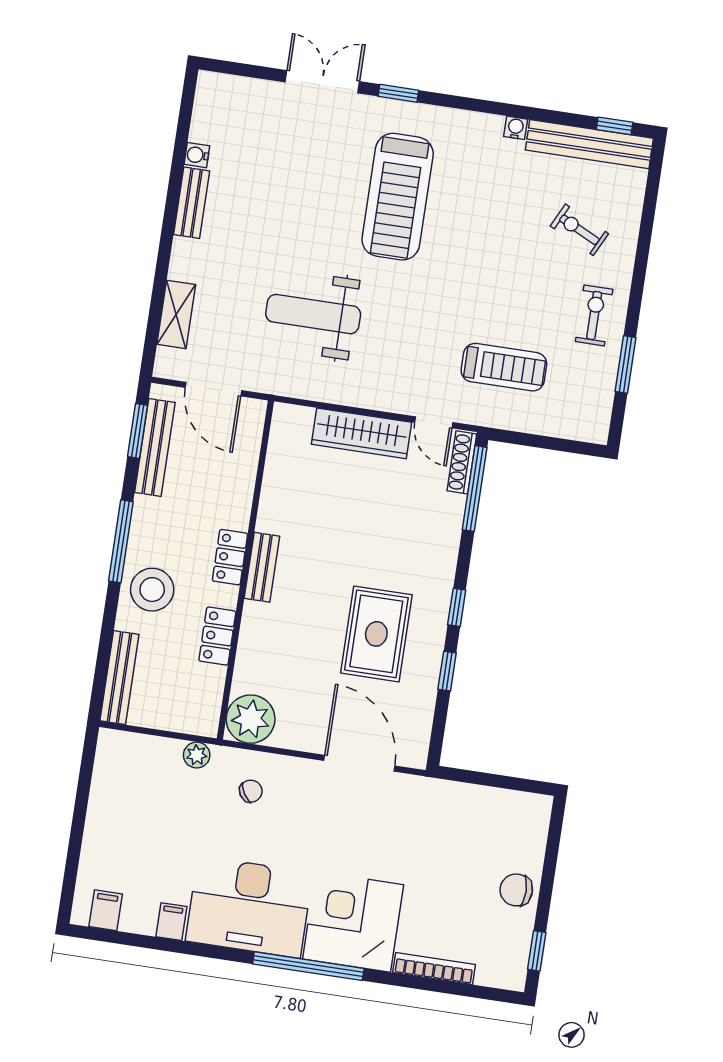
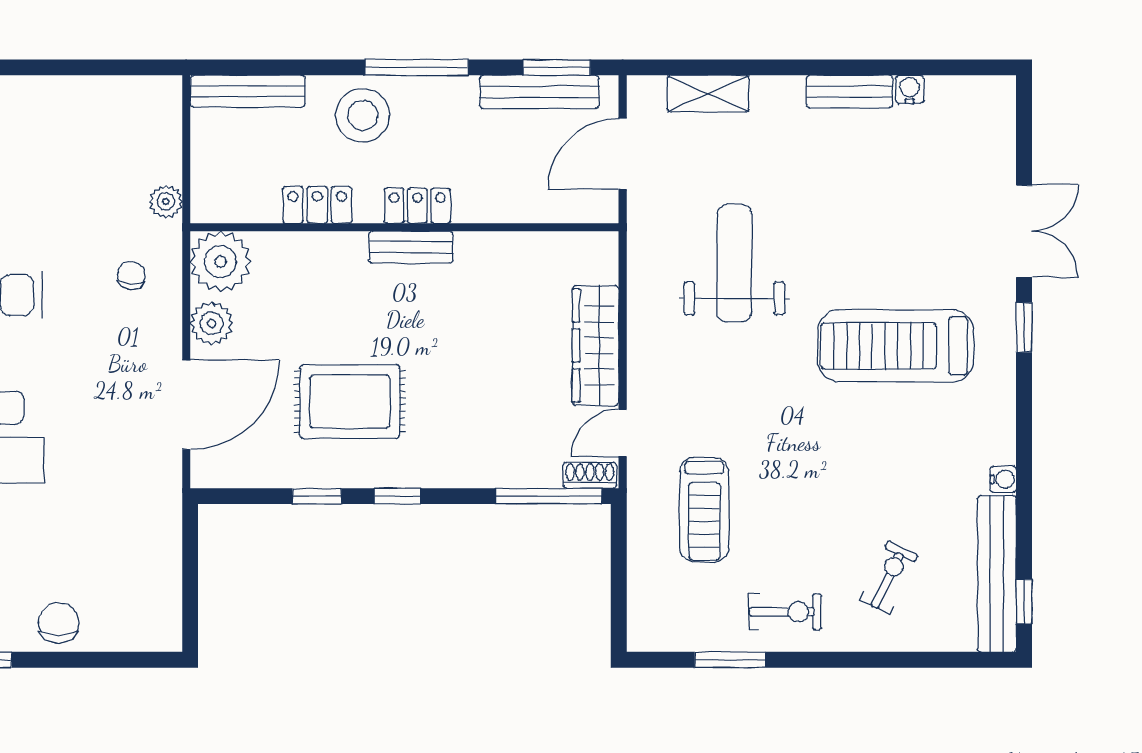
shoe rack: (462, 462) -> (590, 475), width x0.70
plant: (298, 734) -> (212, 323), added
chair: (251, 791) -> (131, 275), turned -144

